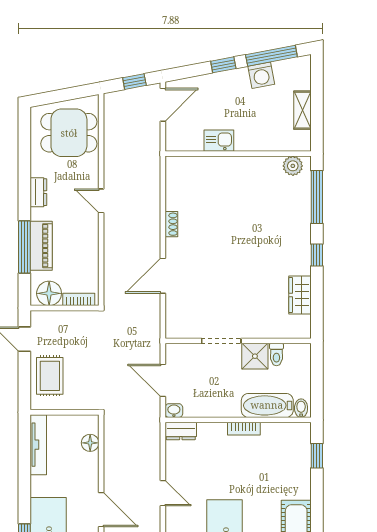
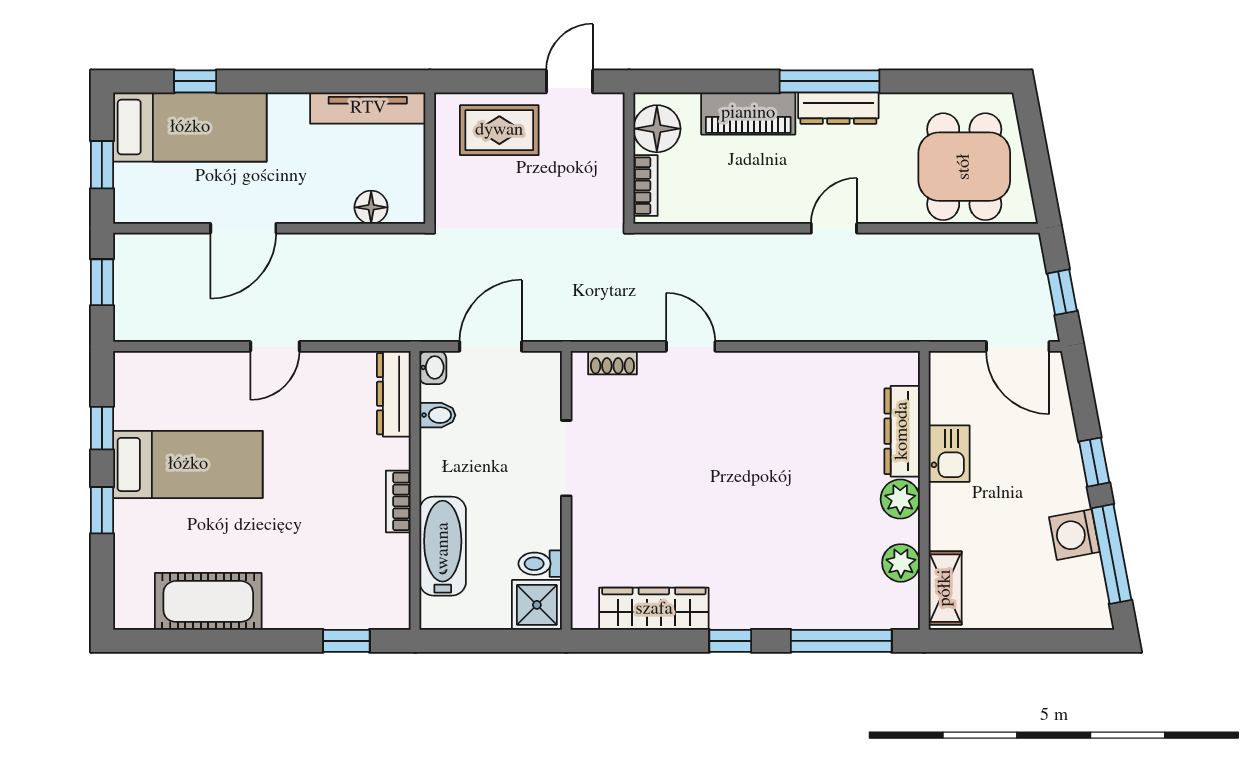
shelving: (302, 110) -> (945, 588), moved, turned 90
dresser: (207, 165) -> (902, 431), added
plant: (243, 166) -> (900, 499), added
plant: (293, 166) -> (901, 563), moved
dresser: (38, 192) -> (838, 108), width x1.44
shoe rack: (171, 224) -> (612, 363), moved
window: (24, 247) -> (830, 81), moved
door: (163, 276) -> (691, 346), width x0.73
wardrobe: (300, 295) -> (654, 609), width x1.50
shower: (255, 356) -> (537, 605), moved
bidet: (301, 408) -> (437, 415), moved
dresser: (181, 431) -> (394, 394), width x1.44

